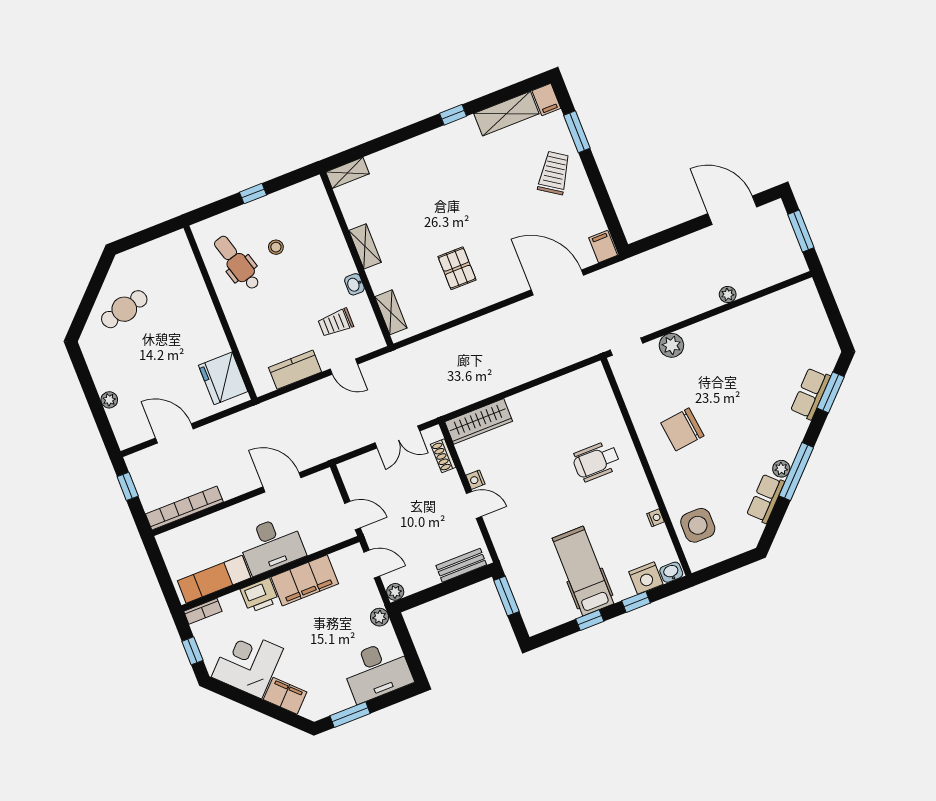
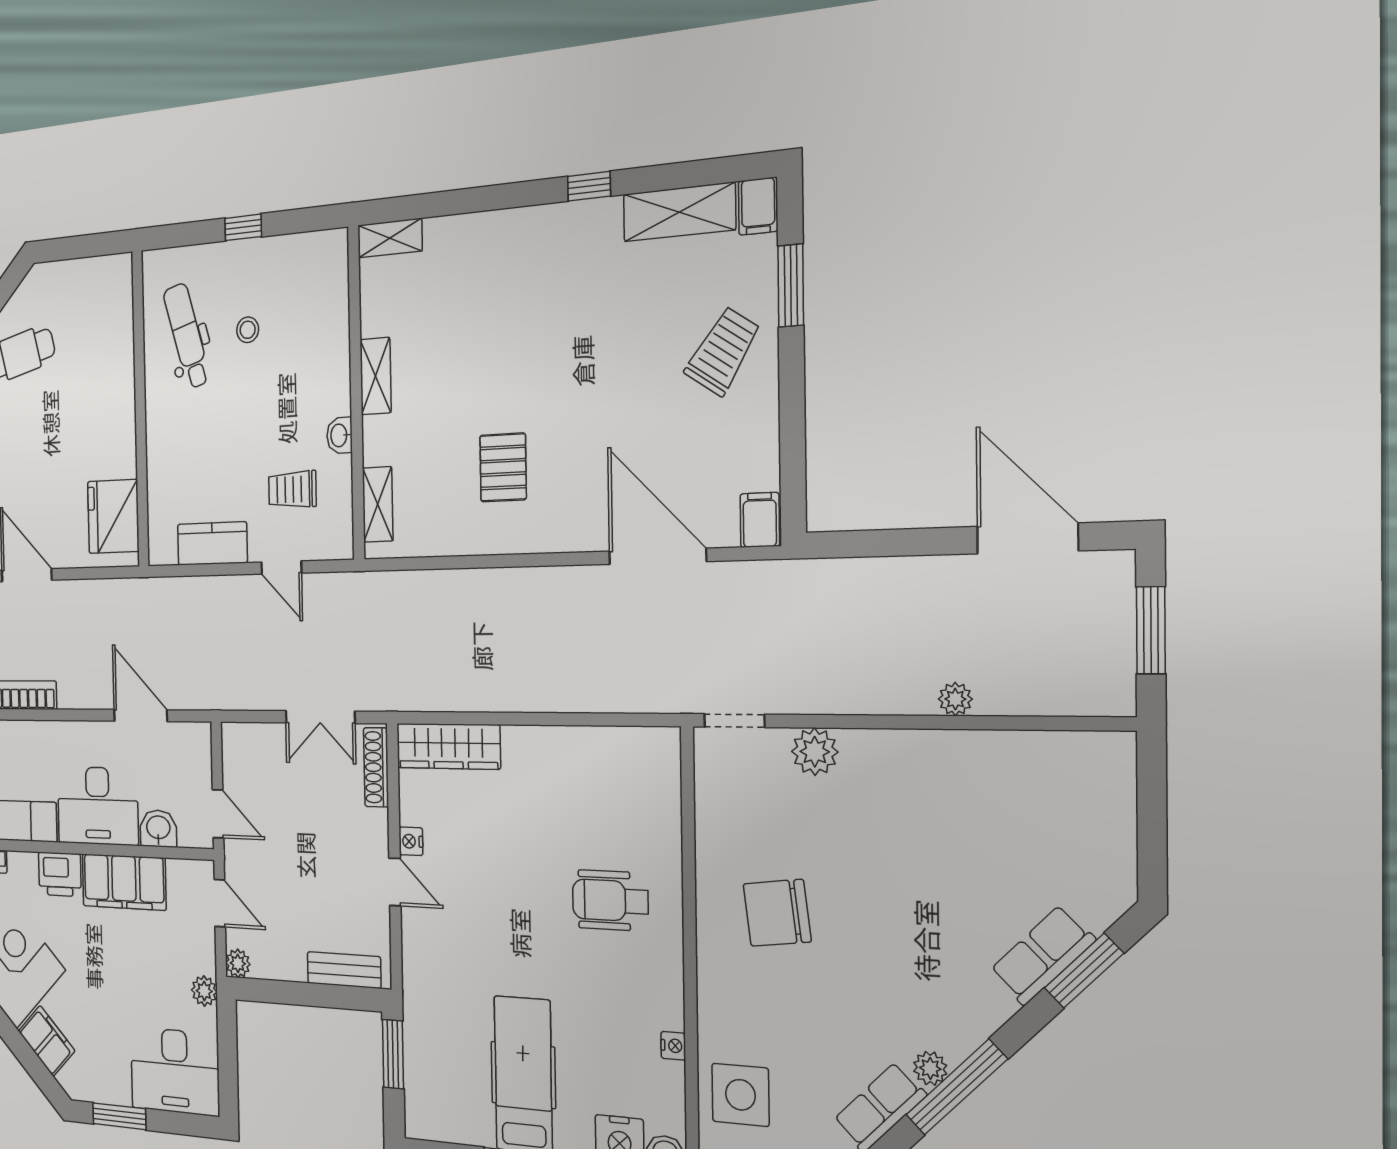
shoe rack: (443, 456) -> (376, 767), width x1.43
washbasin: (317, 540) -> (158, 828), added

